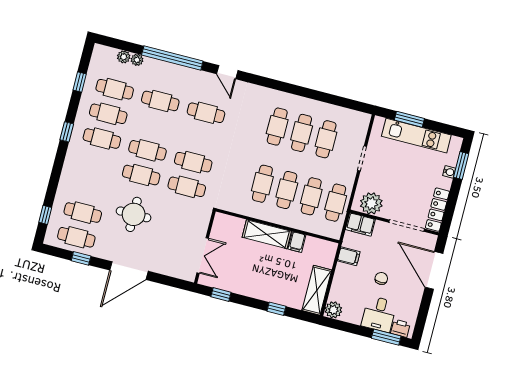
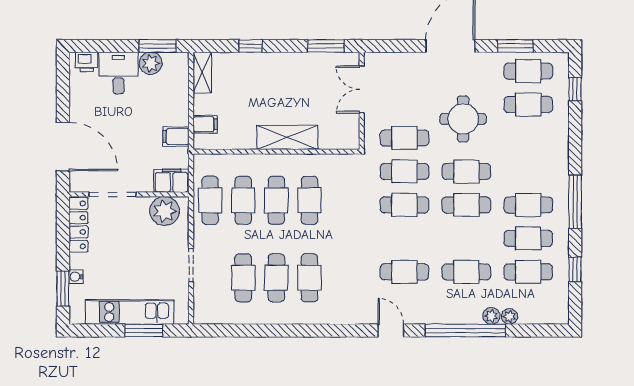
plant: (124, 57) -> (491, 316), moved
window: (67, 132) -> (575, 202), width x2.17
cafe table: (180, 212) -> (404, 138), added
filing cabinet: (297, 242) -> (205, 124), moved, turned 90
window: (81, 258) -> (515, 46), width x1.50
chair: (381, 278) -> (127, 119), removed
shelving: (317, 290) -> (202, 73), width x0.67, depth x0.75
window: (221, 294) -> (326, 46), width x1.50
plant: (333, 310) -> (151, 63), moved
window: (386, 337) -> (157, 46), moved

